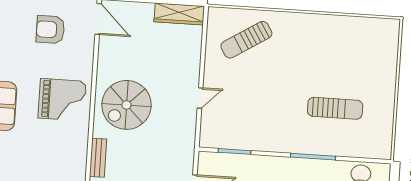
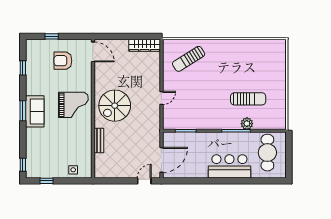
plant: (331, 147) -> (247, 124), added

